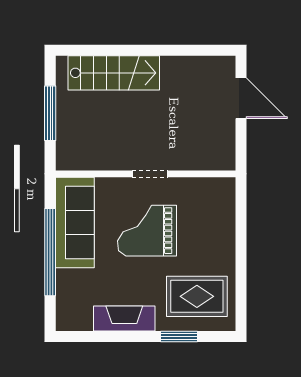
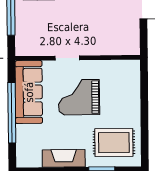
doorway: (150, 174) -> (67, 58), moved

